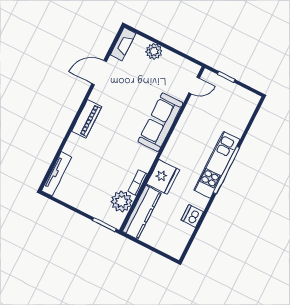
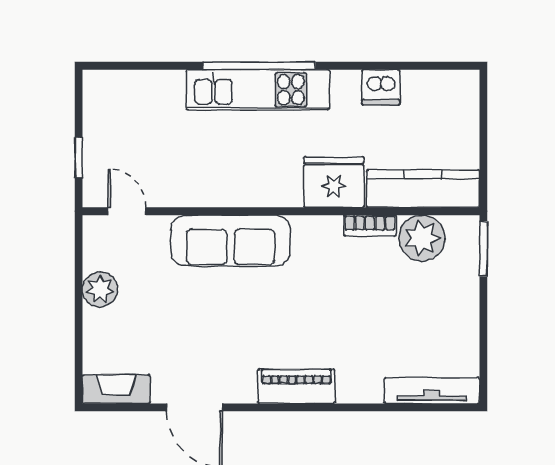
plant: (154, 51) -> (100, 289), moved

